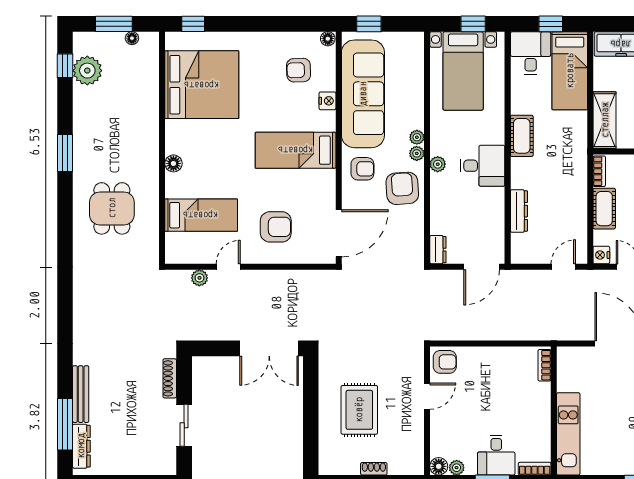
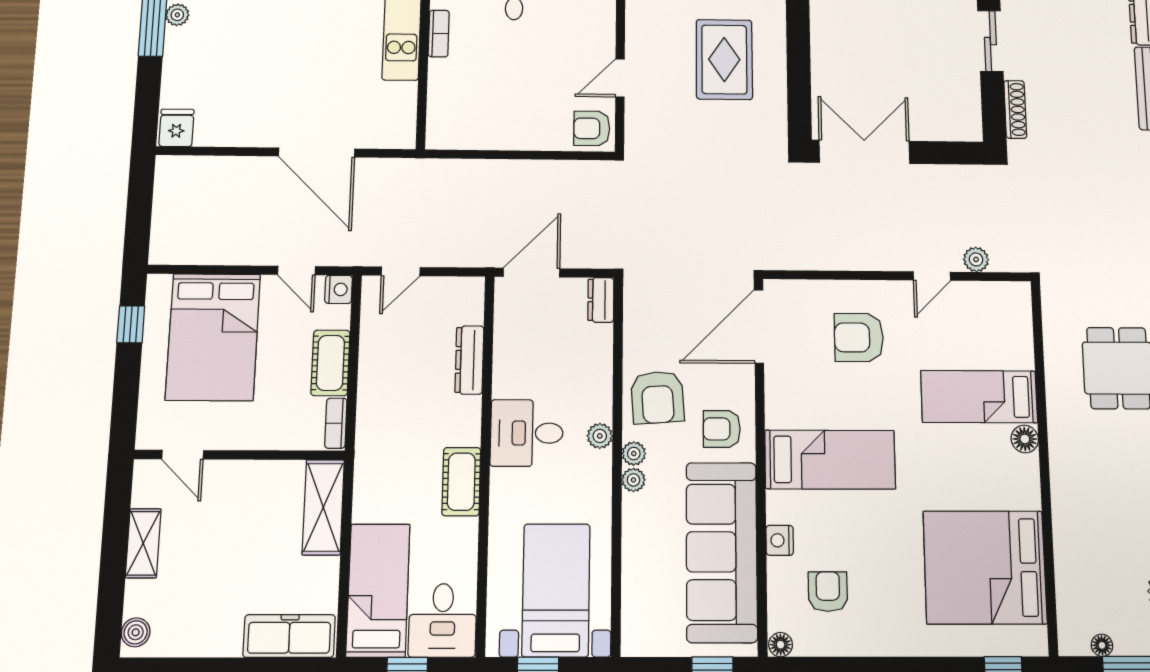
armchair: (299, 70) -> (828, 592), turned -88
bed: (201, 215) -> (979, 397), moved
bookcase: (544, 365) -> (439, 34), moved

